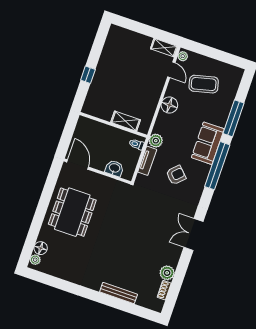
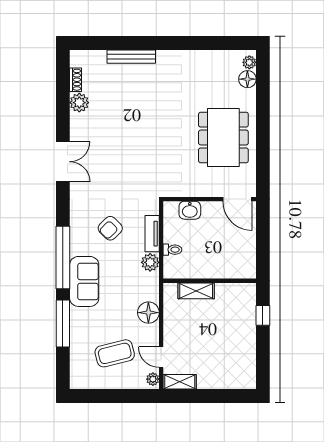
shelving: (126, 121) -> (196, 291), moved
wall: (113, 125) -> (210, 281), moved

